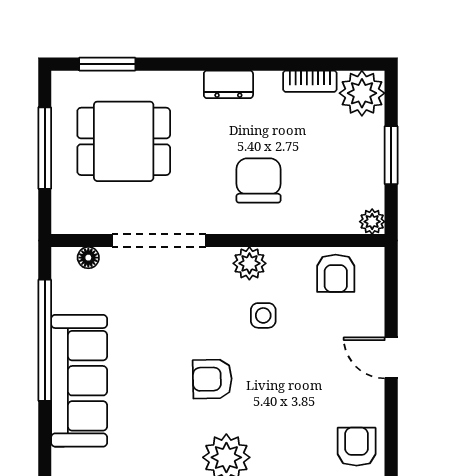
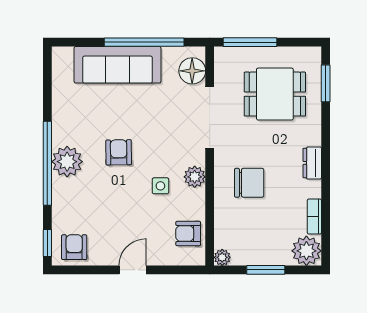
dining table: (124, 141) -> (275, 94), turned 90
window: (45, 148) -> (250, 42), moved
floor lamp: (88, 258) -> (192, 71), width x1.89, depth x1.89
armchair: (357, 447) -> (74, 247), turned -90

